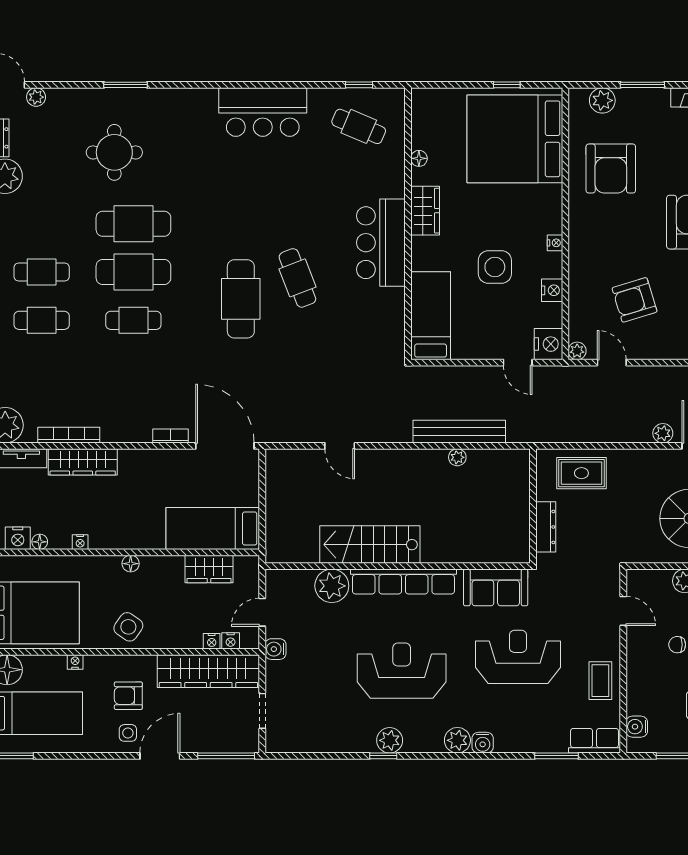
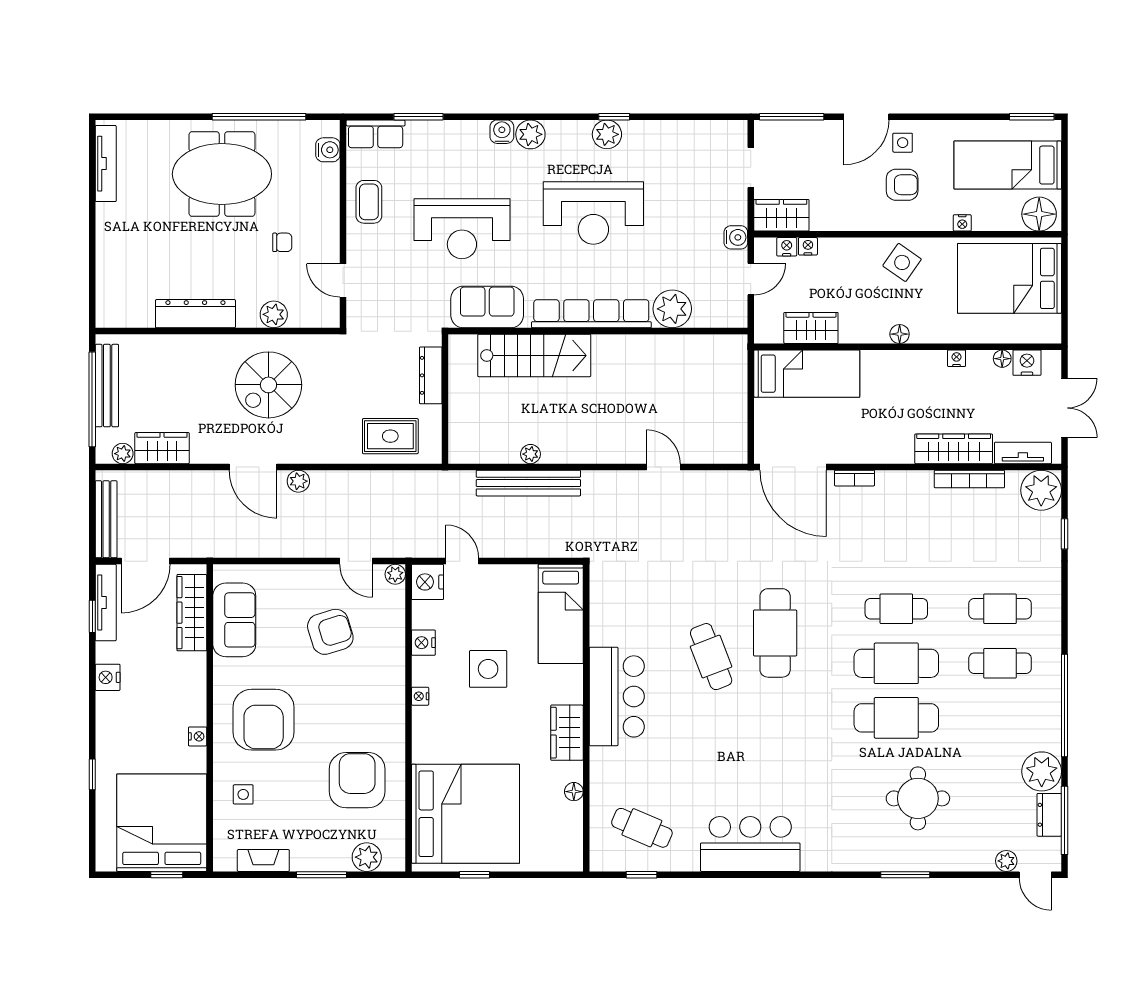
stairs: (370, 545) -> (534, 355), moved
wardrobe: (208, 671) -> (781, 215), width x0.48, depth x0.85

